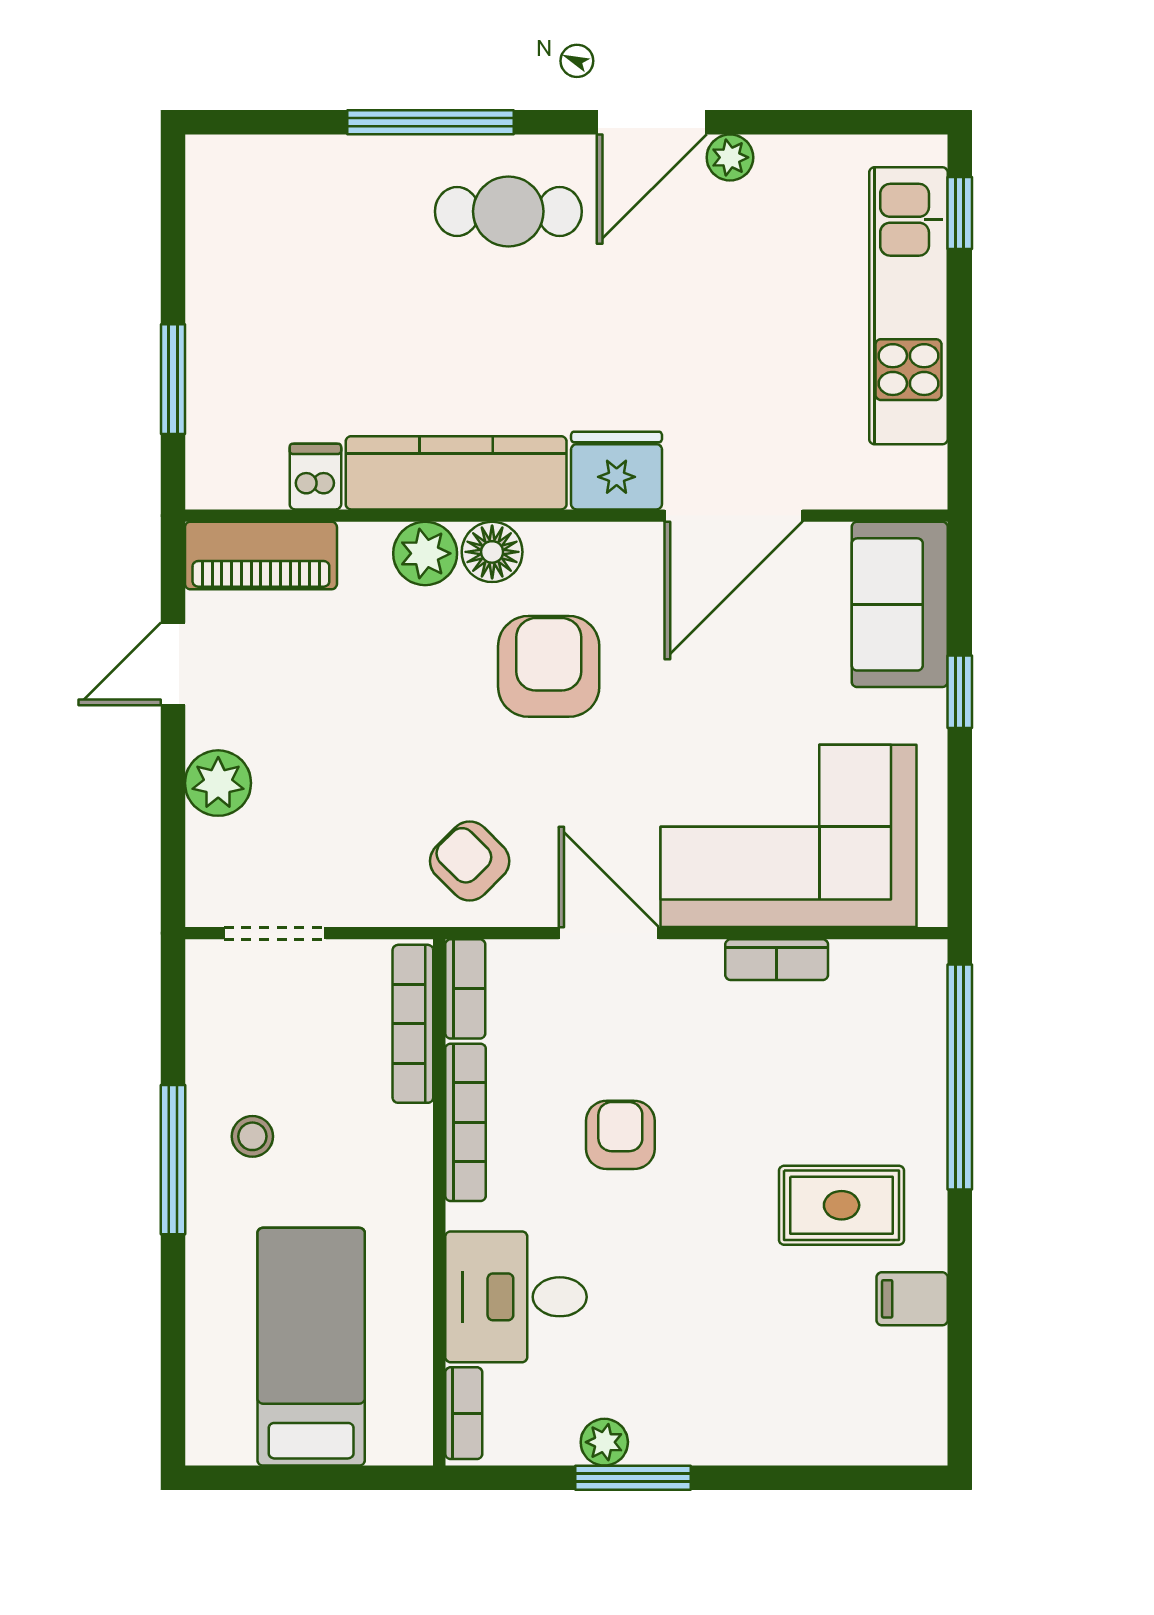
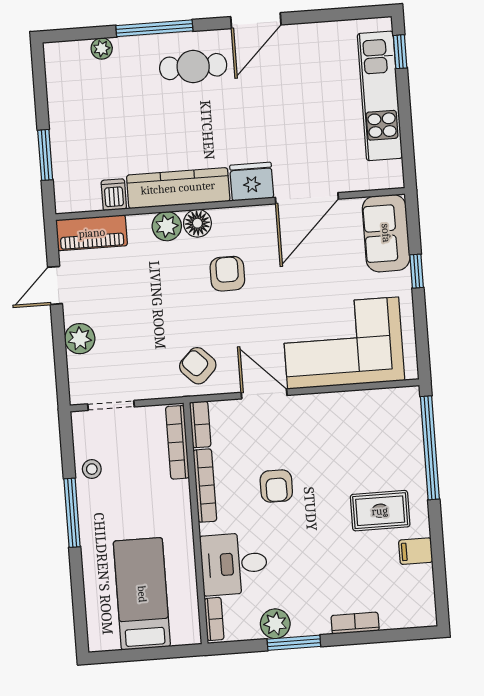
plant: (730, 157) -> (102, 48), moved
armchair: (549, 666) -> (227, 274), width x0.72, depth x0.72
bookcase: (777, 960) -> (355, 623), moved, turned 180
armchair: (620, 1135) -> (276, 486), turned 180
stool: (252, 1136) -> (92, 469), moved
plant: (604, 1442) -> (275, 624), width x1.38, depth x1.38

